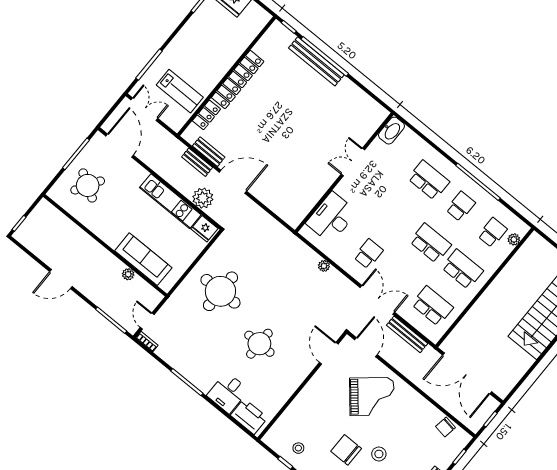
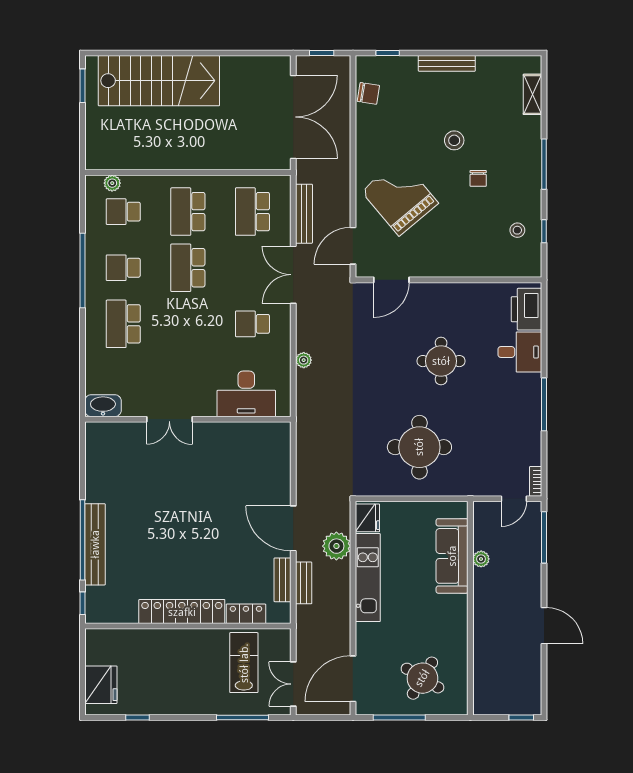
chair: (346, 450) -> (478, 178), width x0.54, depth x0.54

